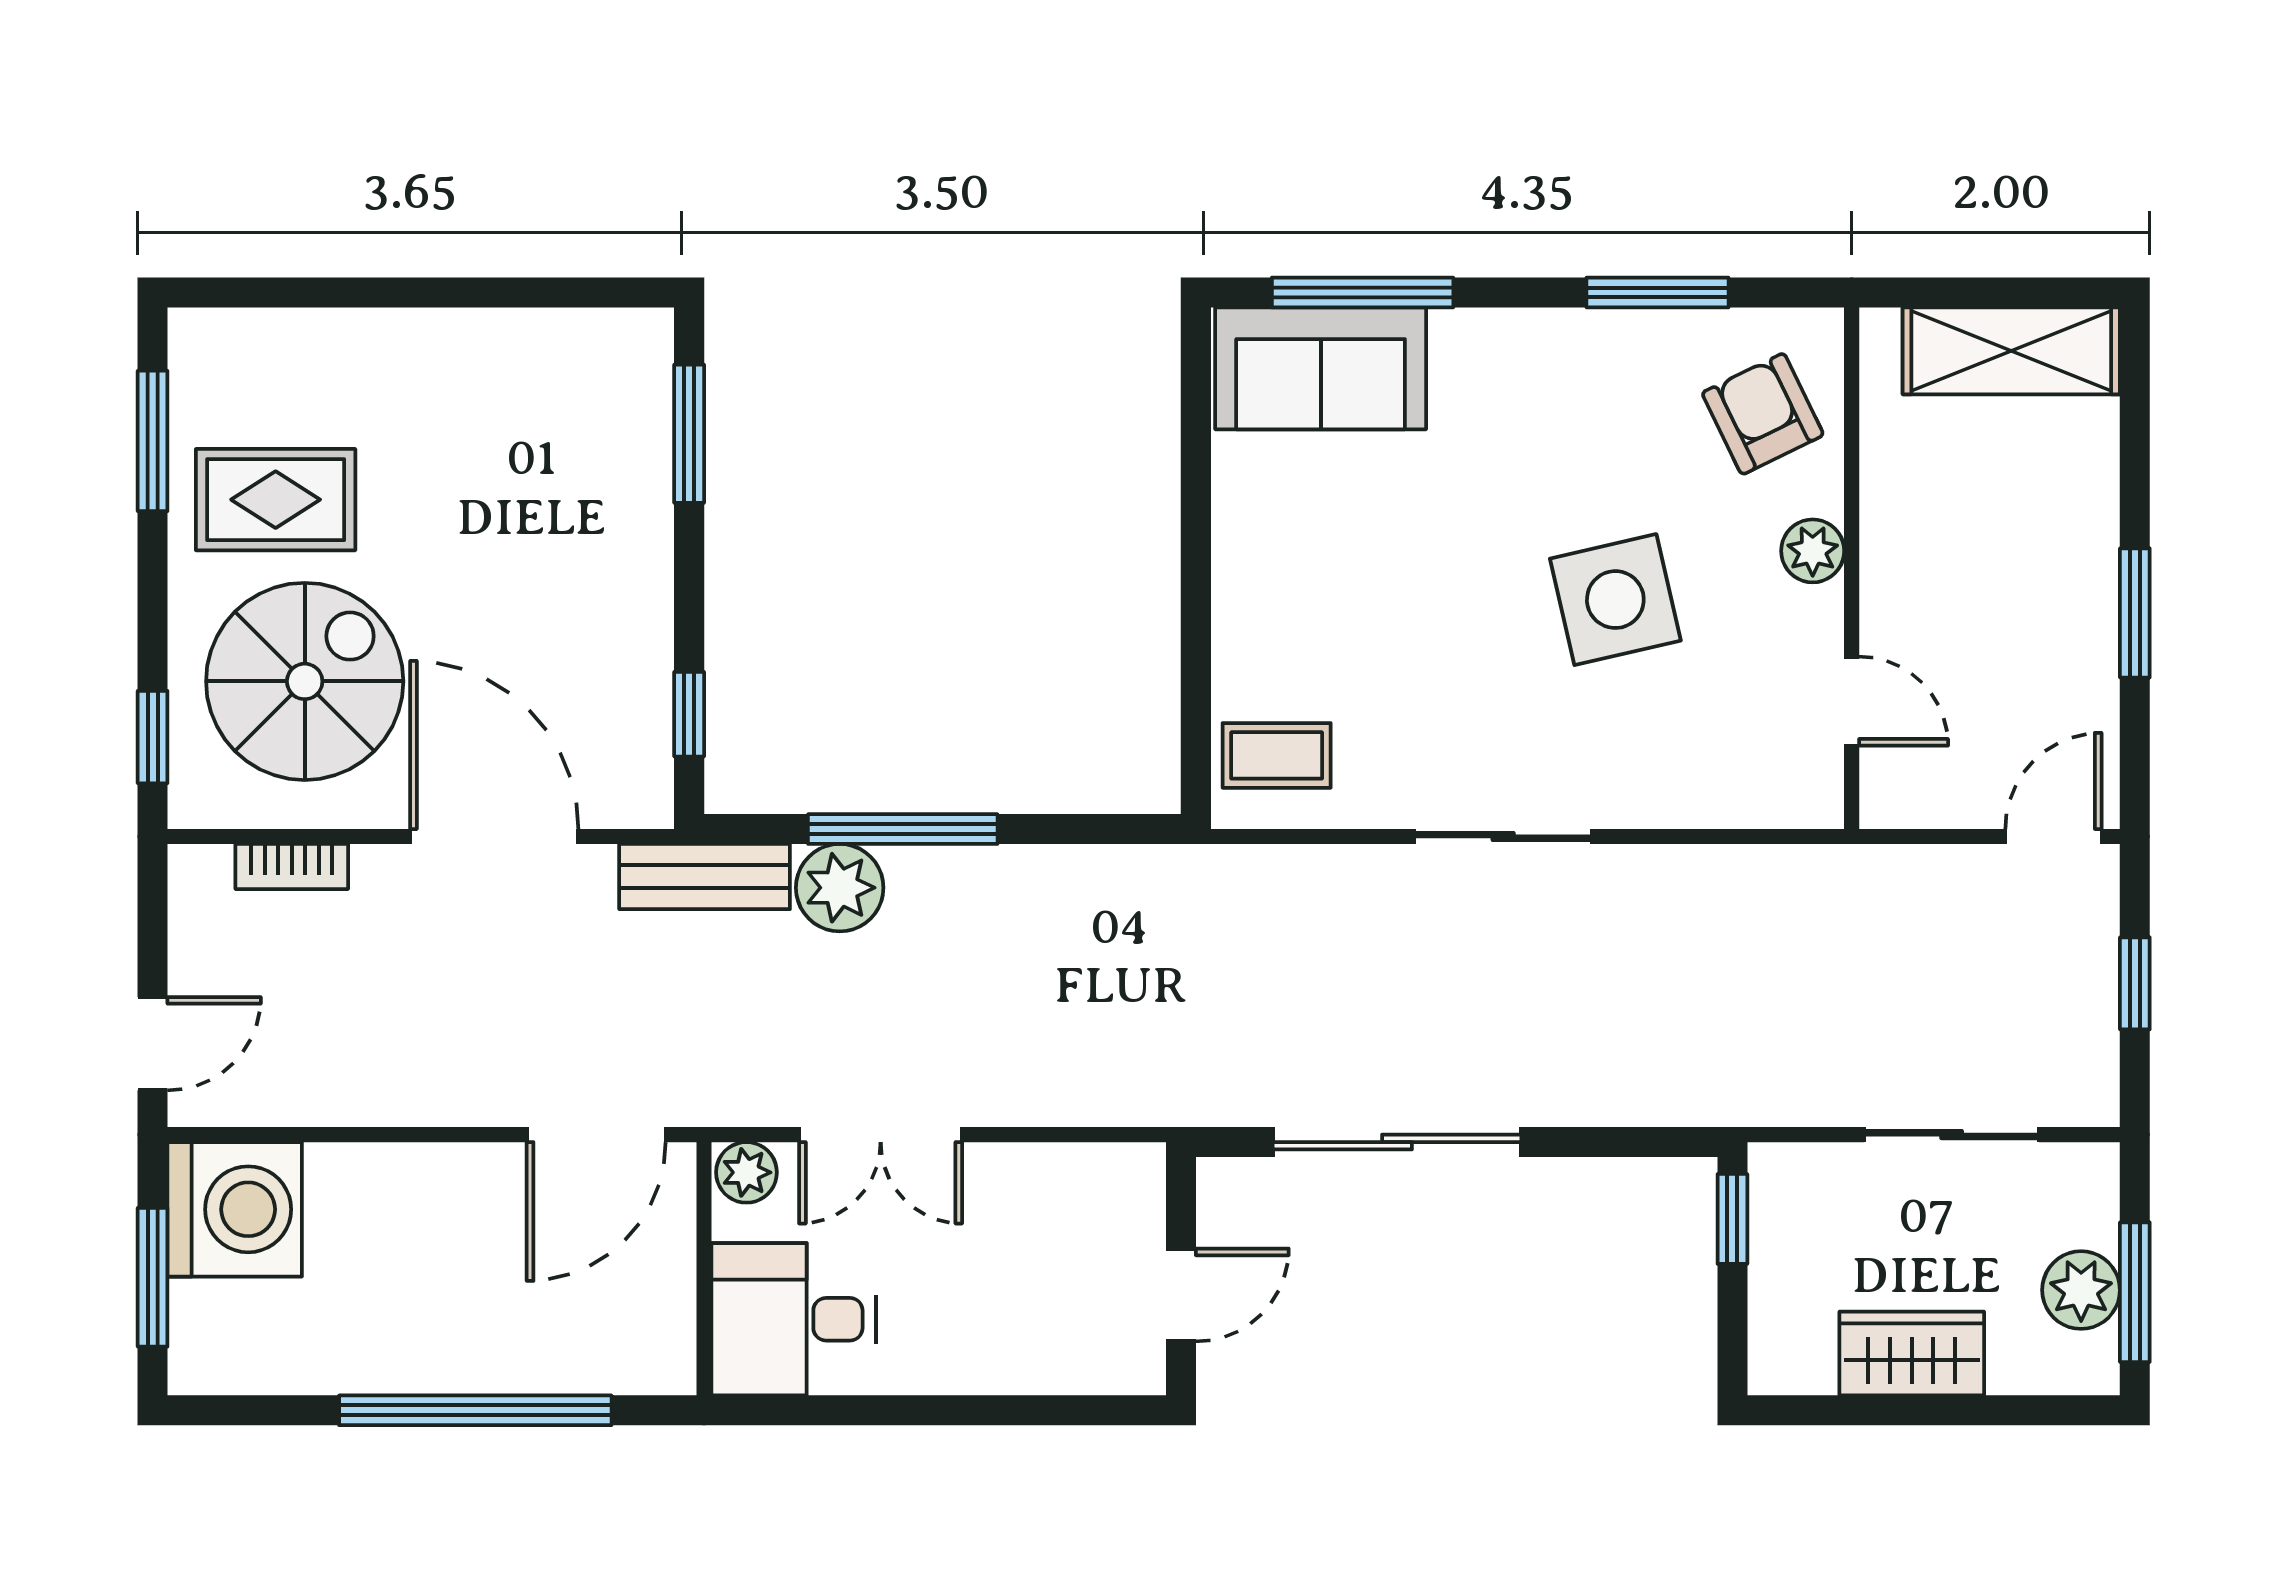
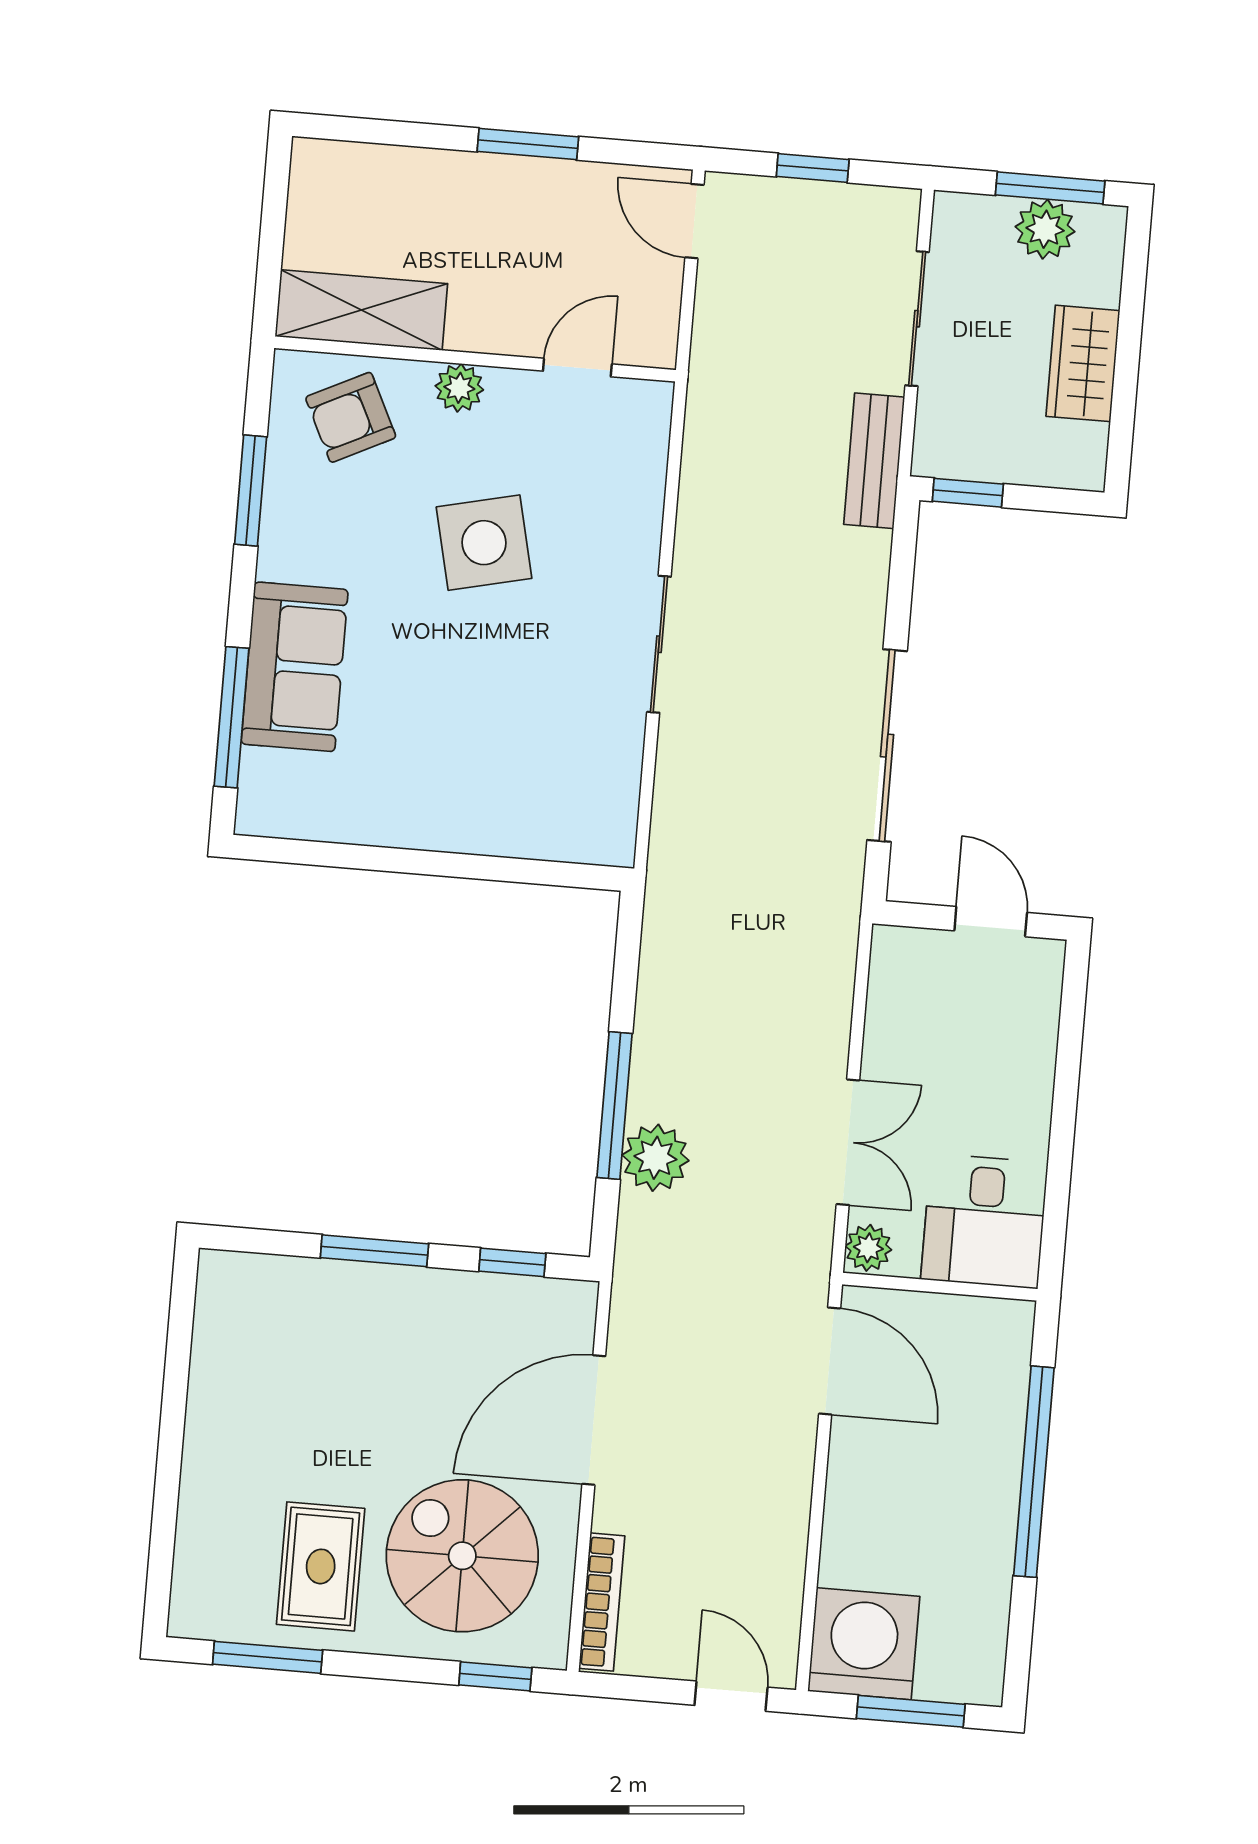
shelving: (2011, 351) -> (361, 310), moved, turned 90
sofa: (1321, 368) -> (295, 667), moved
window: (689, 434) -> (374, 1251), moved
coffee table: (1277, 755) -> (582, 813), removed
bookcase: (292, 866) -> (602, 1602), width x1.56
bench: (705, 877) -> (874, 461), moved

